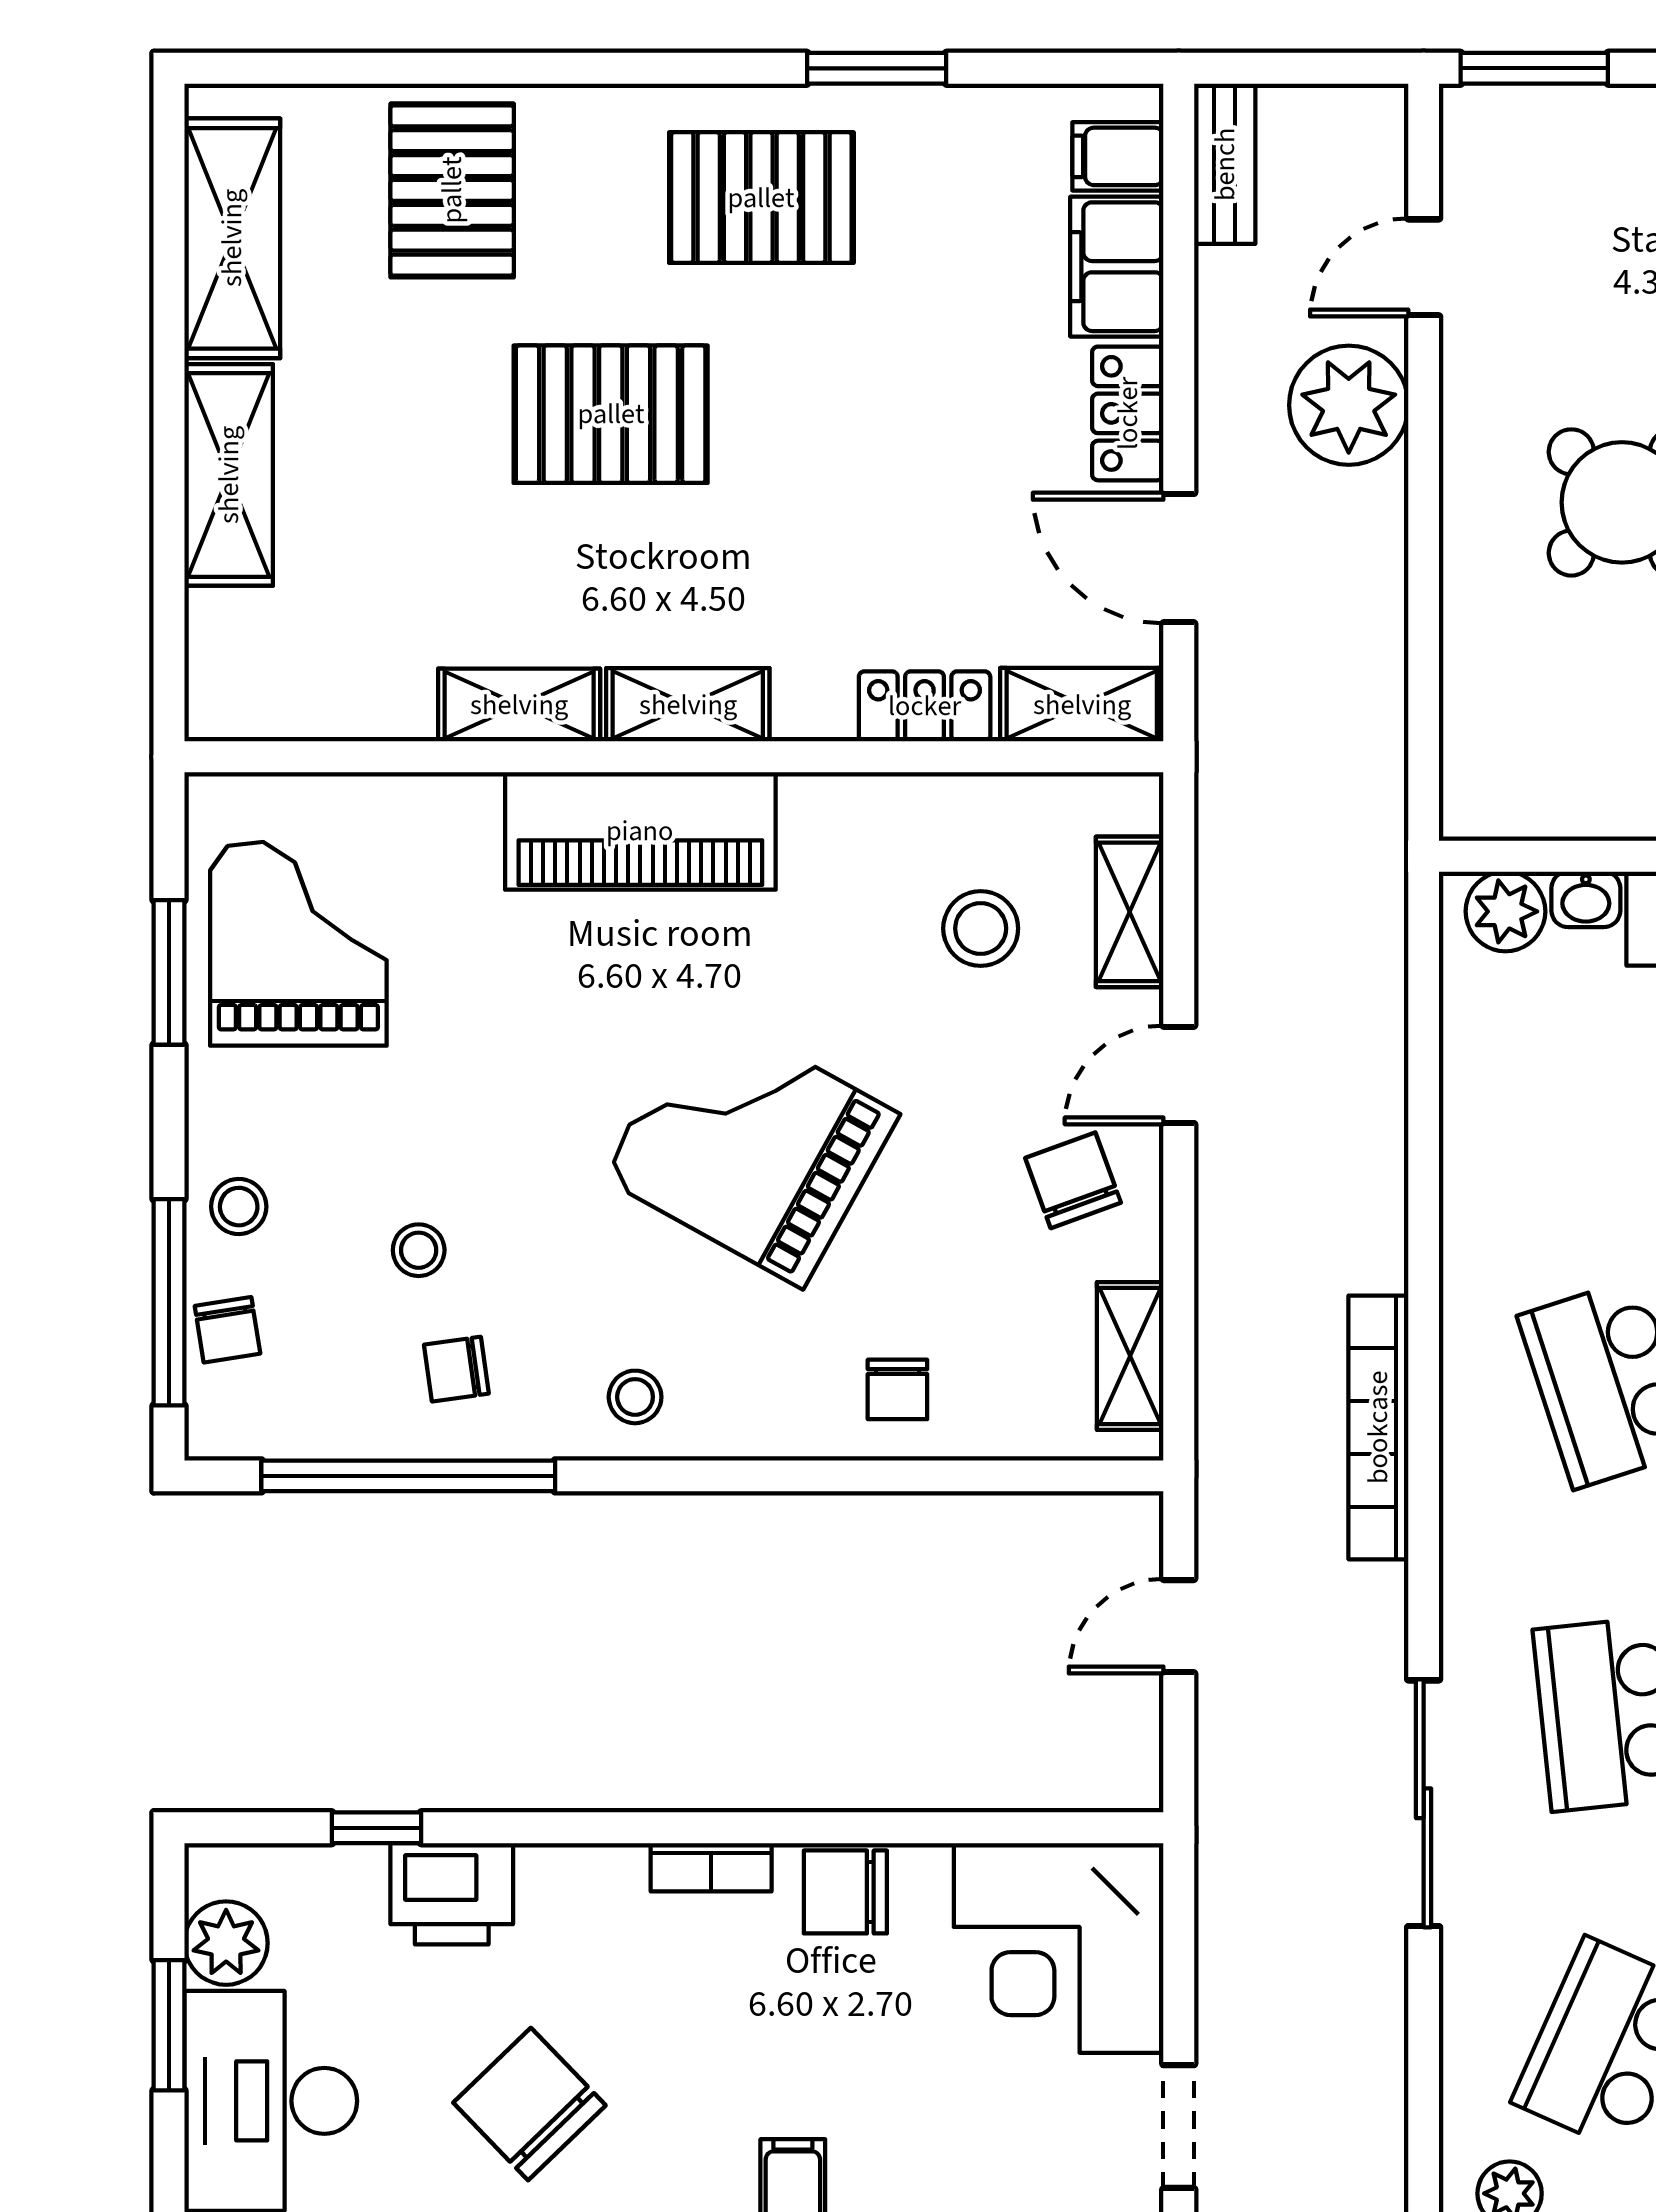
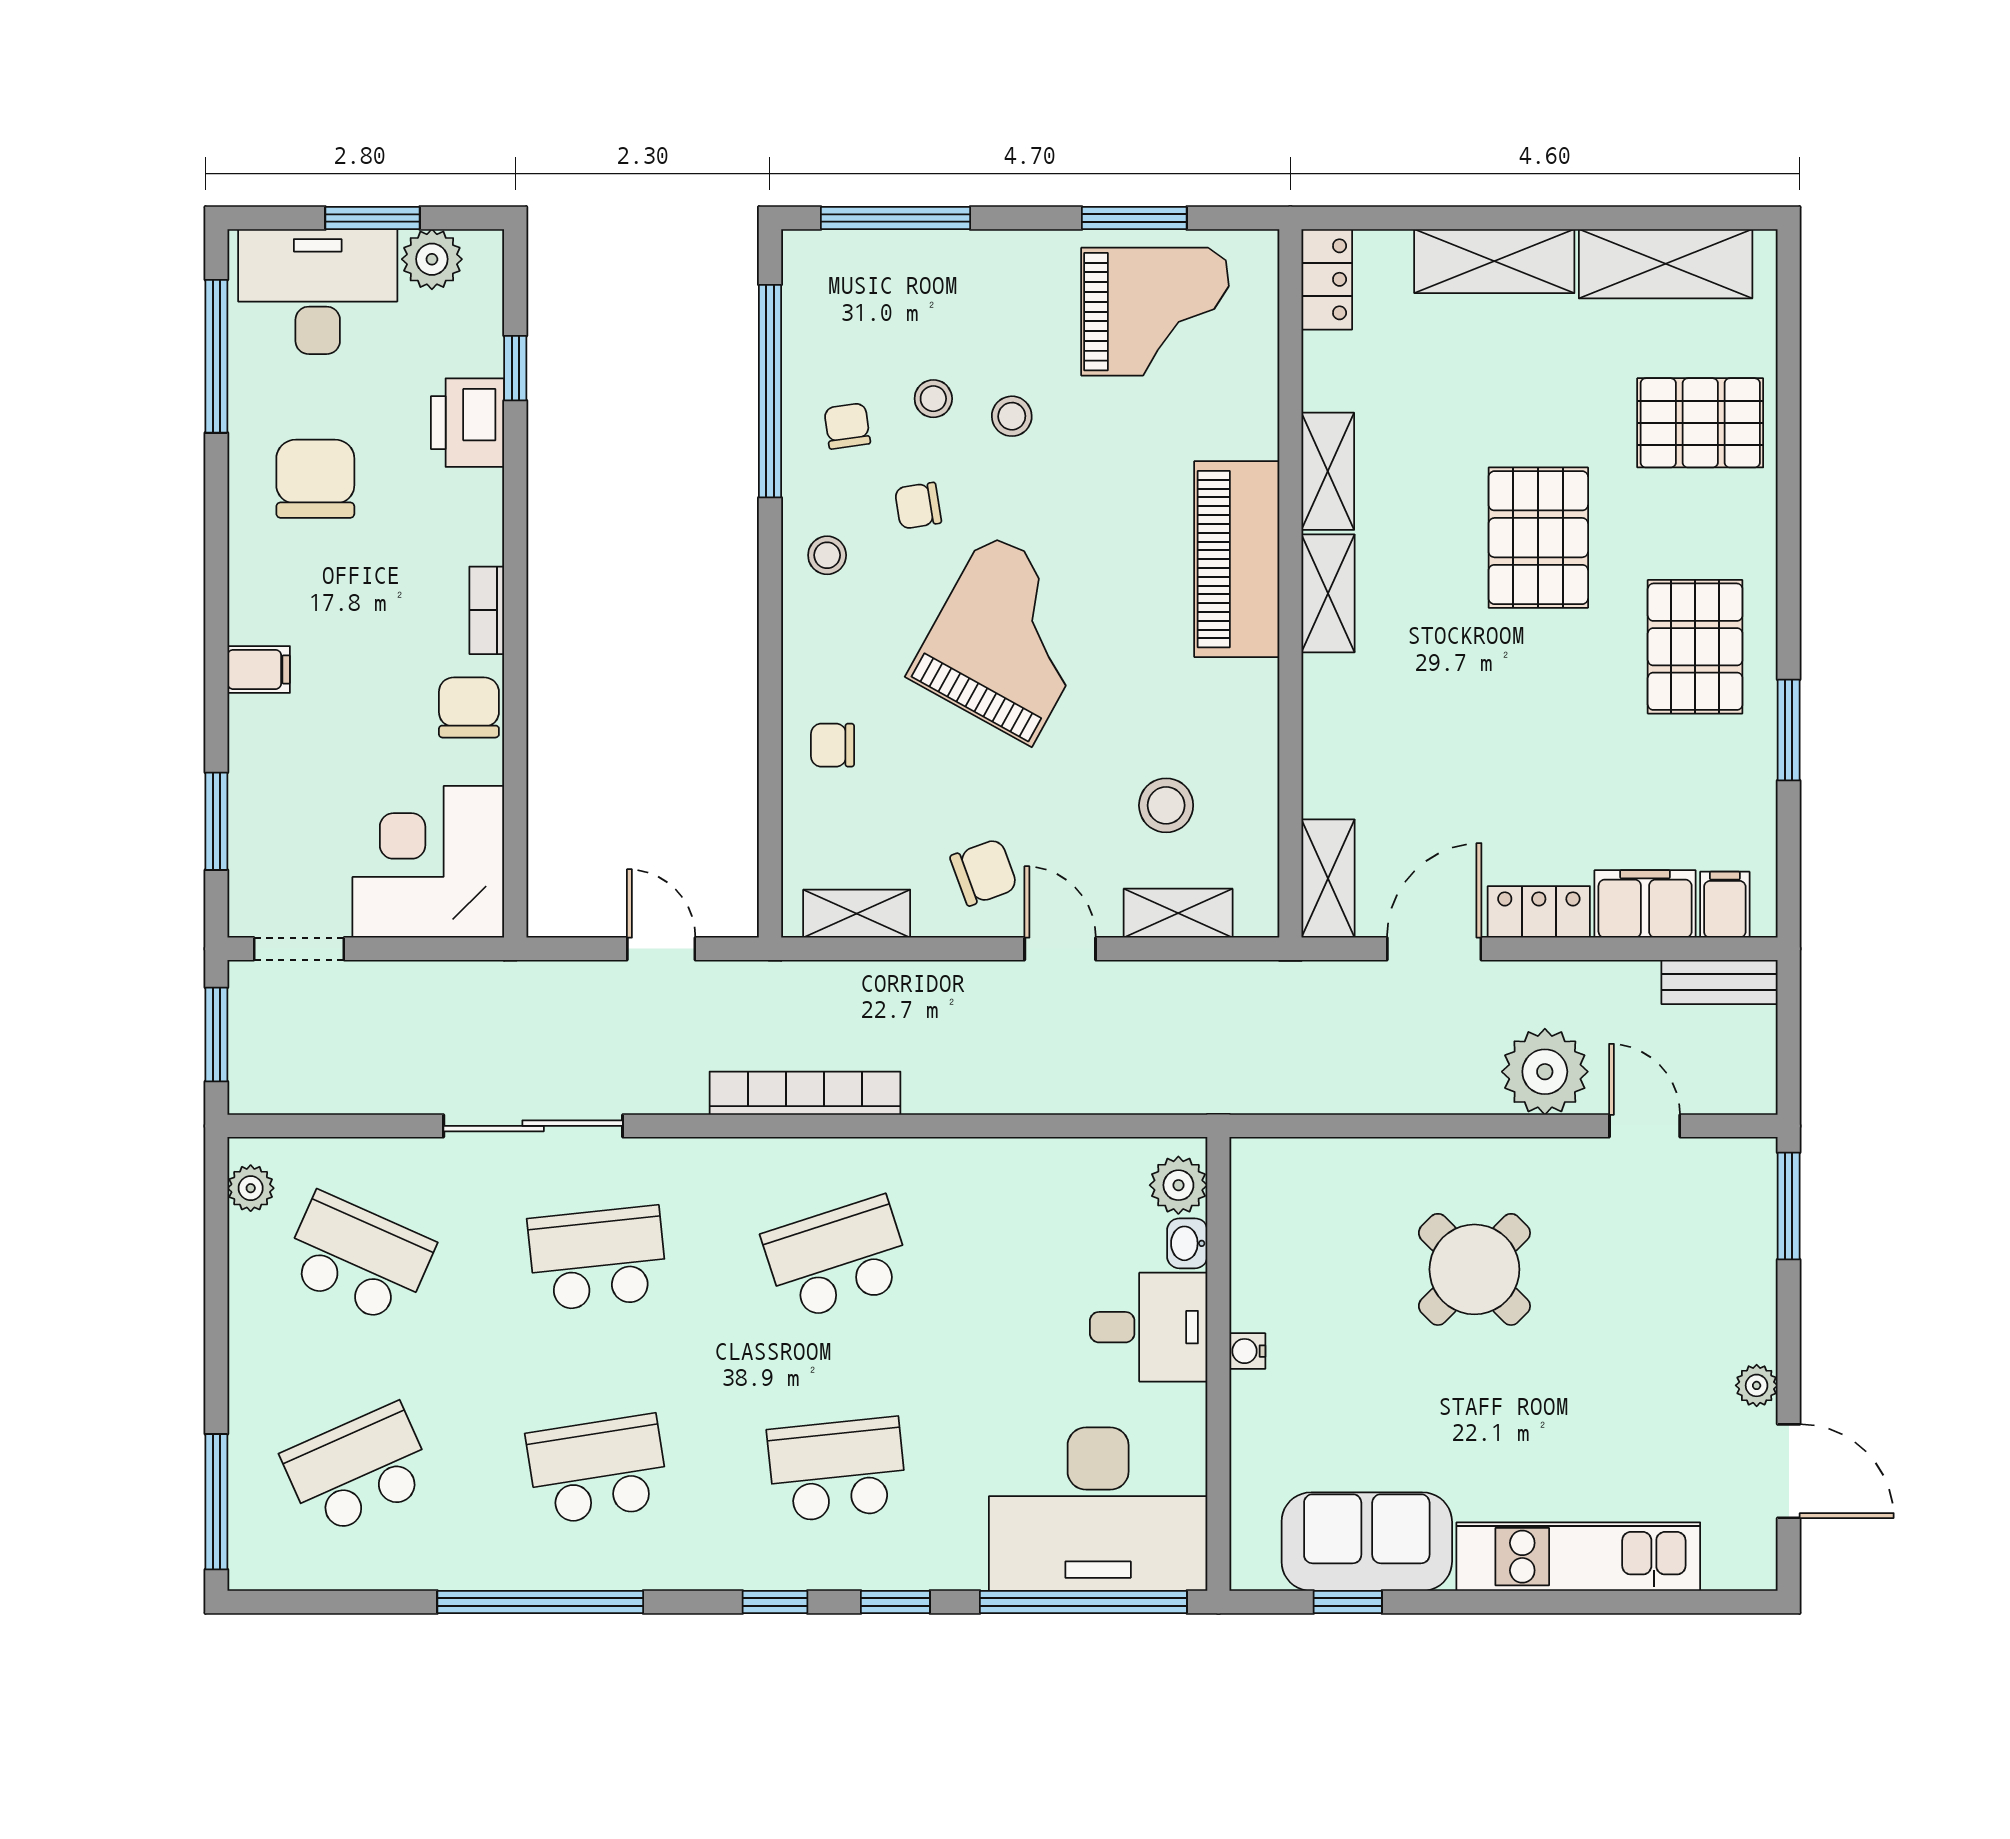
locker: (925, 706) -> (1327, 279), moved
stool: (239, 1207) -> (1012, 416), moved
chair: (228, 1330) -> (918, 506), moved
chair: (529, 2104) -> (315, 479), turned -46

